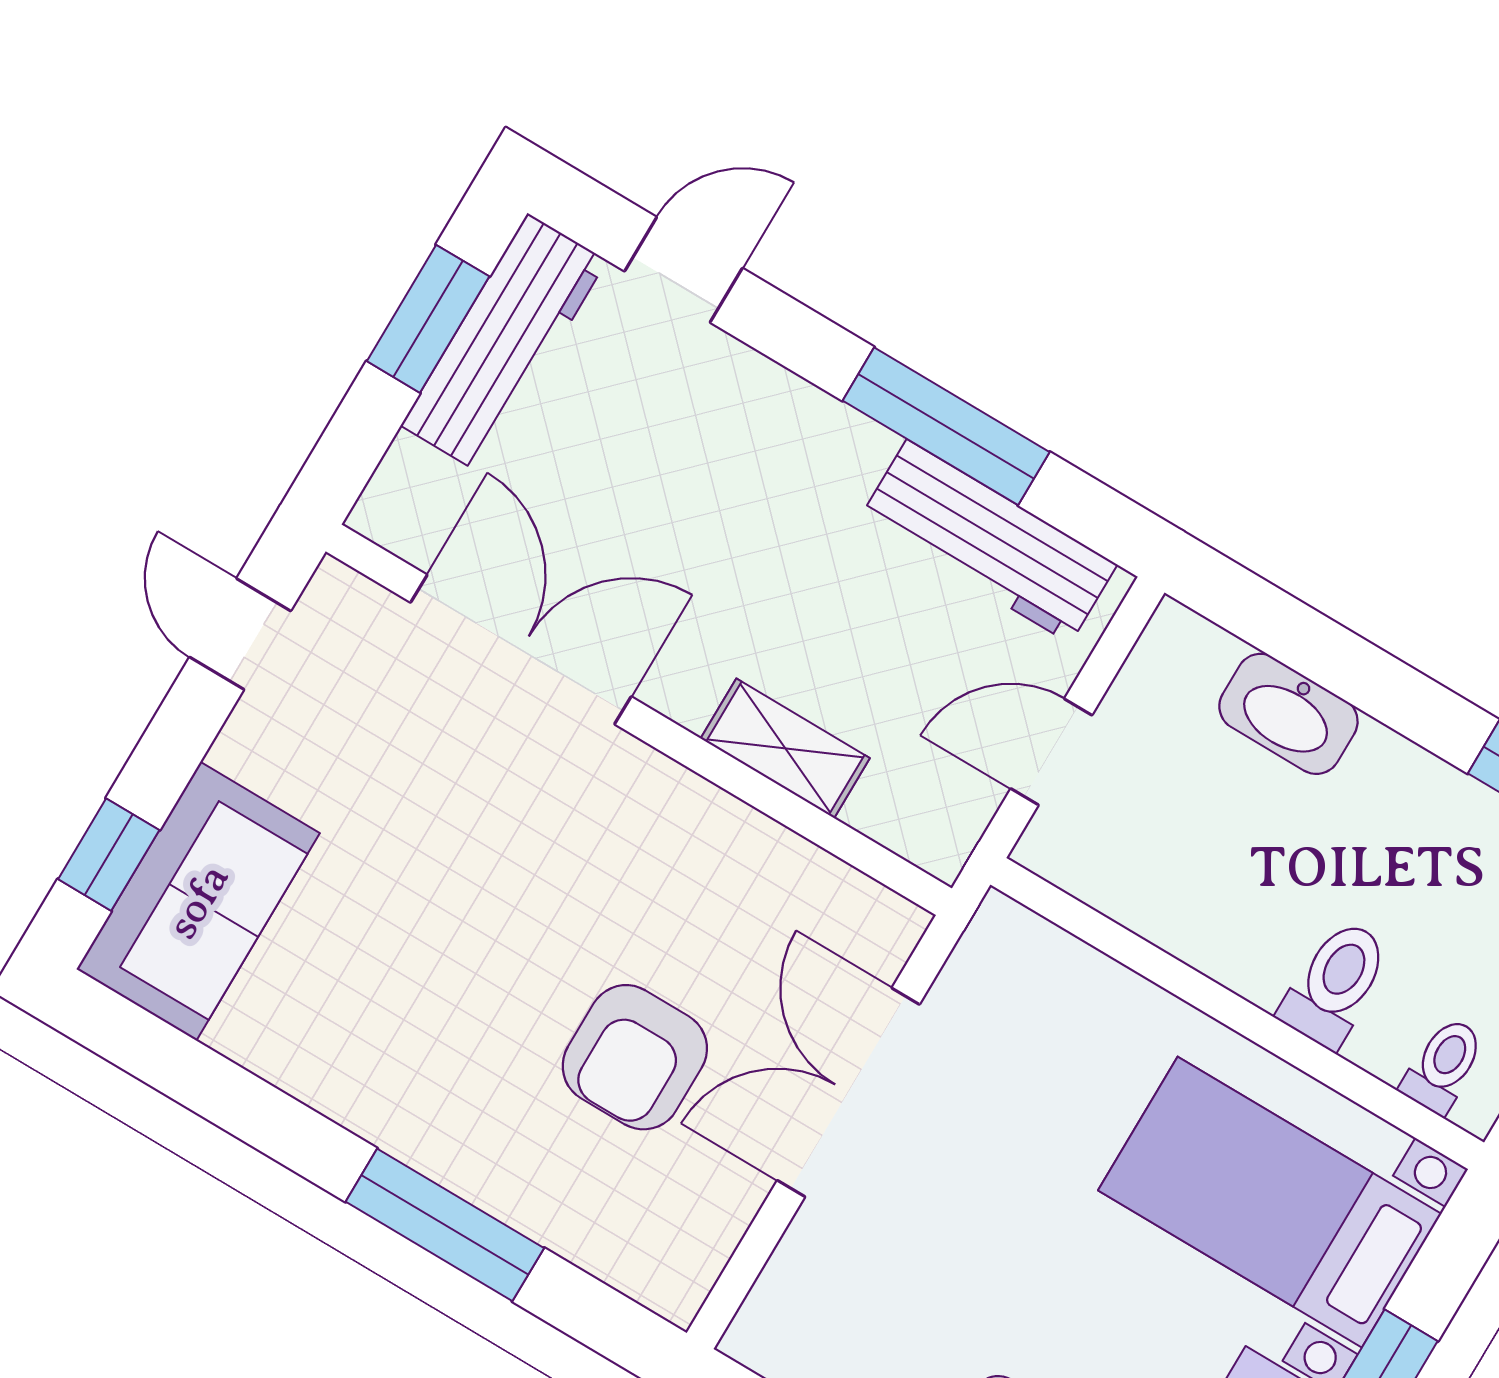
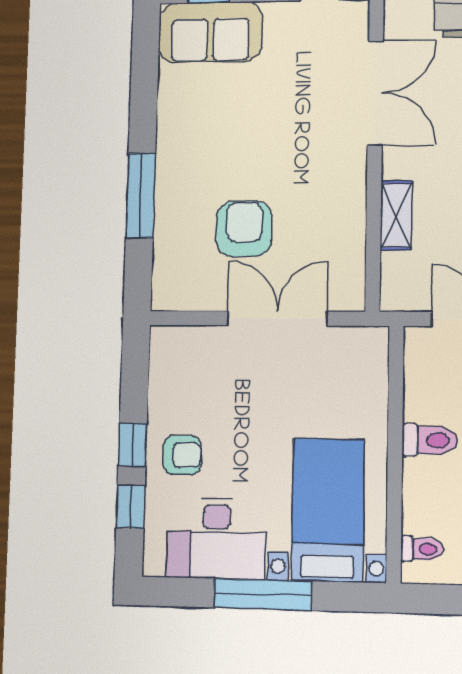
toilet: (1335, 984) -> (430, 440), moved
armchair: (635, 1057) -> (244, 229), turned 90

